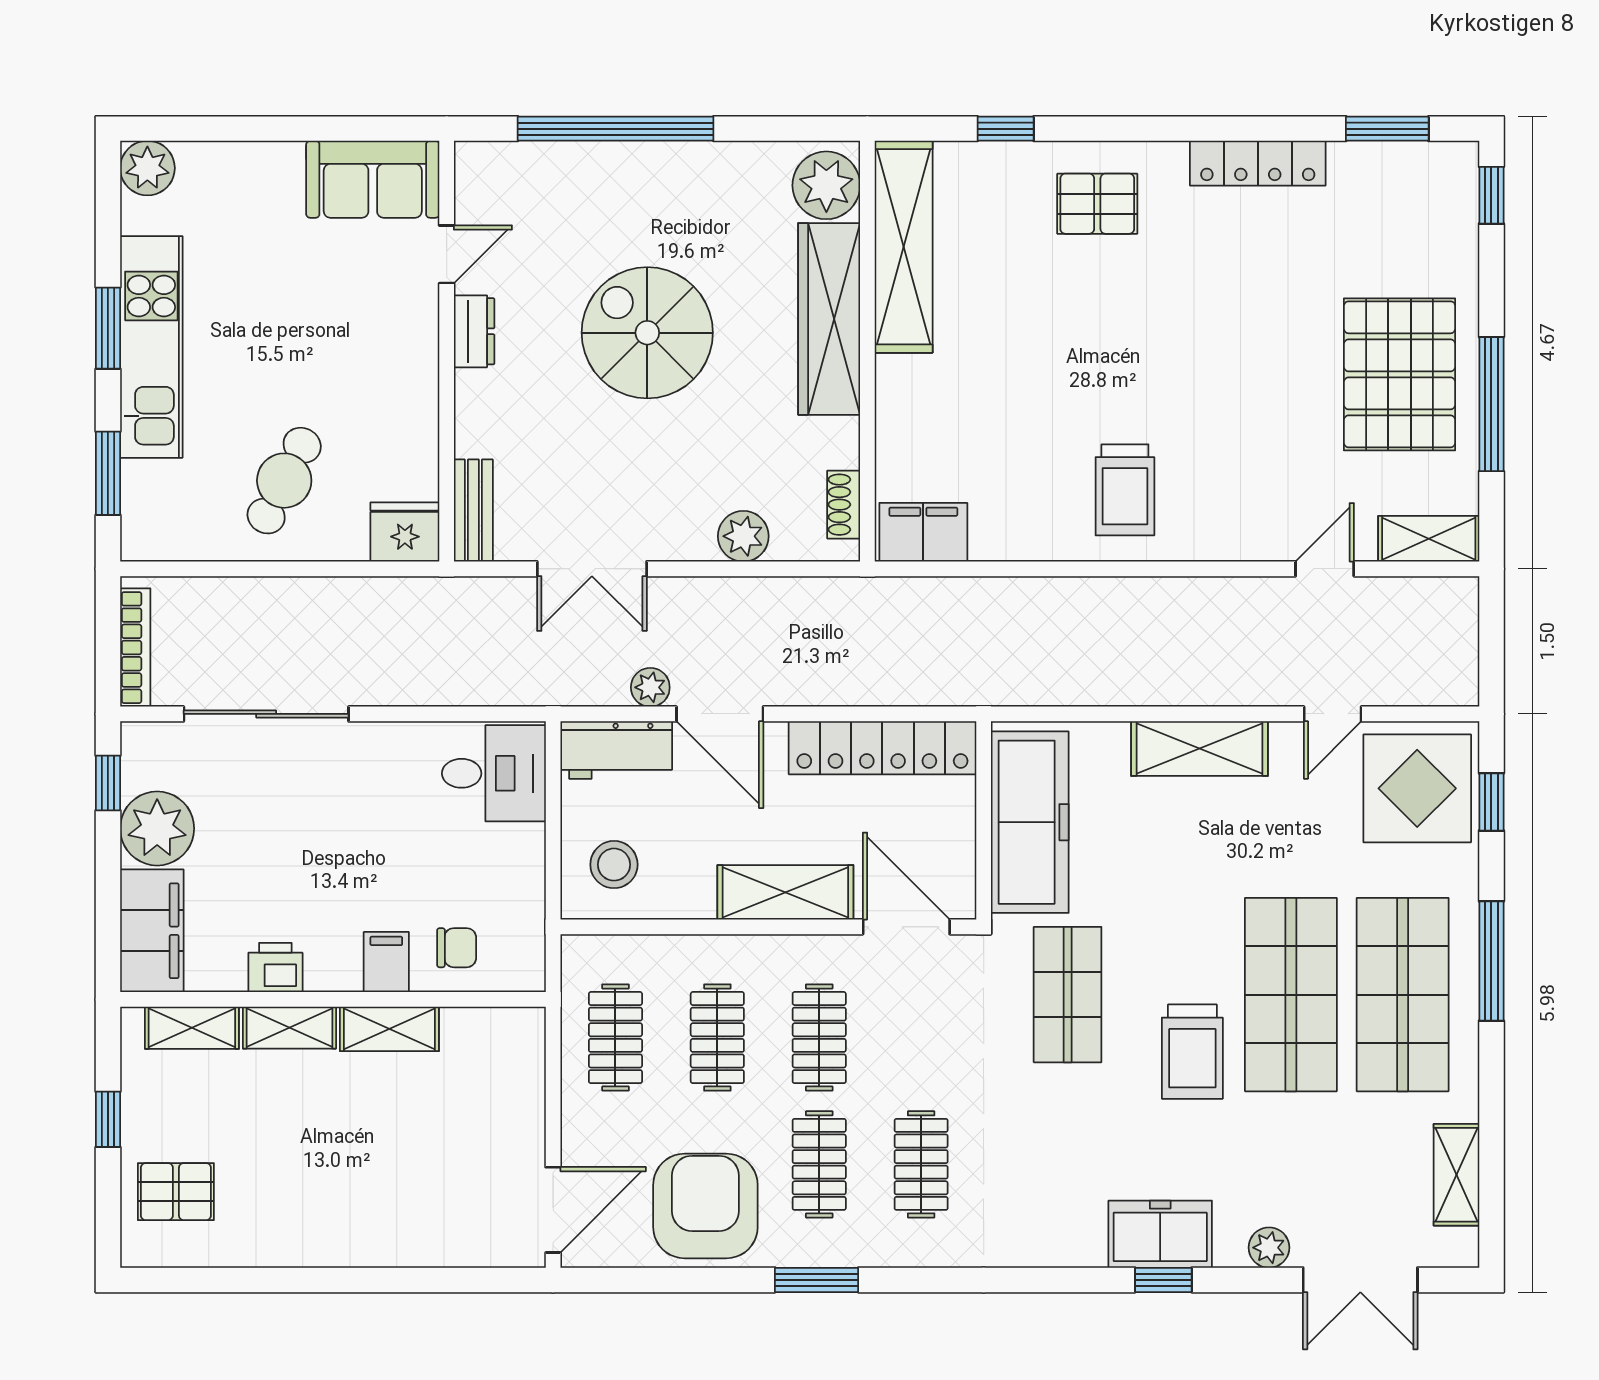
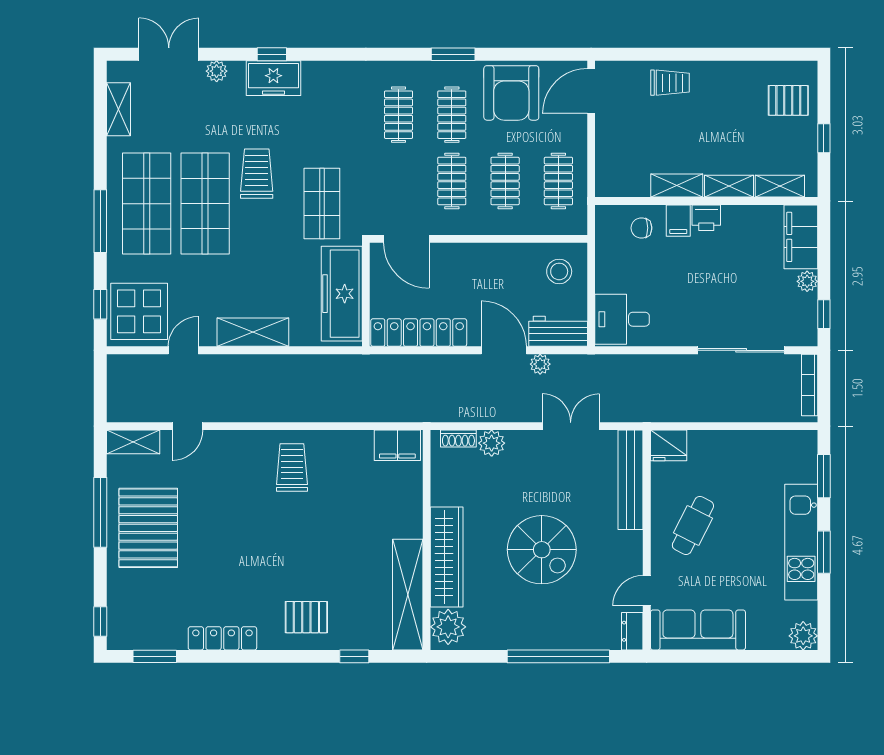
sofa: (373, 179) -> (698, 630), width x1.36
dresser: (474, 331) -> (632, 631), moved
cafe table: (284, 481) -> (693, 526), moved
shoe rack: (844, 505) -> (458, 439), moved, turned 90
bench: (473, 511) -> (631, 480), width x1.86, depth x1.21
plant: (157, 828) -> (807, 281), width x0.53, depth x0.53
shelving: (785, 892) -> (470, 257), removed
printer: (275, 967) -> (706, 218), moved
trolley: (402, 1226) -> (670, 83), added

